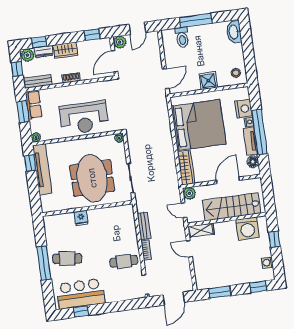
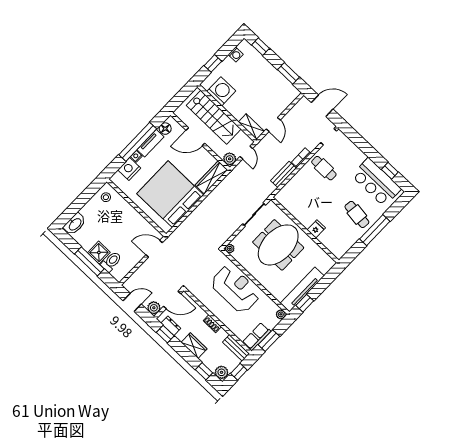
dresser: (44, 51) -> (171, 326), moved
shower: (208, 81) -> (99, 253), moved

